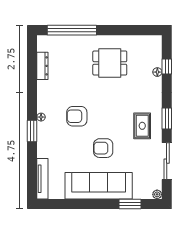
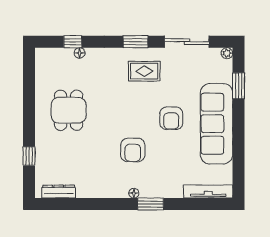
window: (72, 30) -> (29, 156), width x0.32
dresser: (42, 66) -> (59, 192), moved

